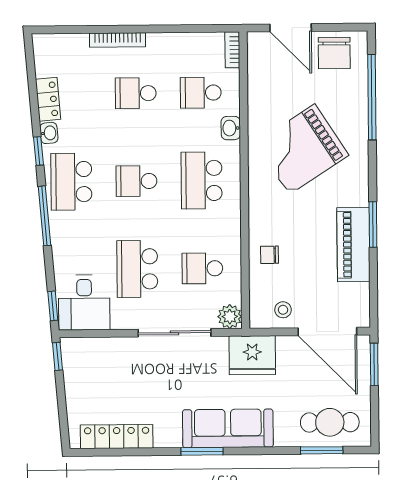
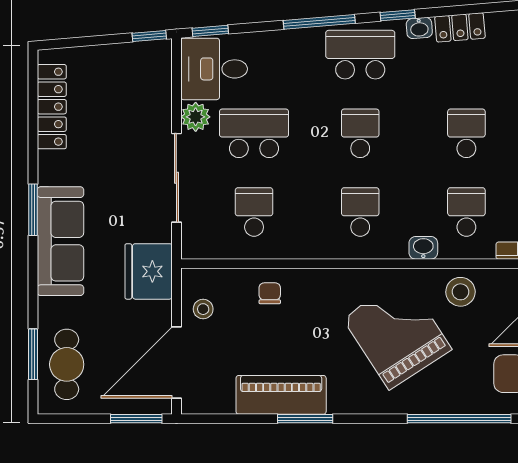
stool: (267, 97) -> (460, 292), added
school desk: (202, 181) -> (360, 212), width x0.54
plant: (230, 317) -> (196, 117), moved

